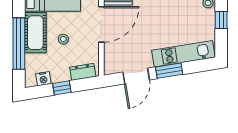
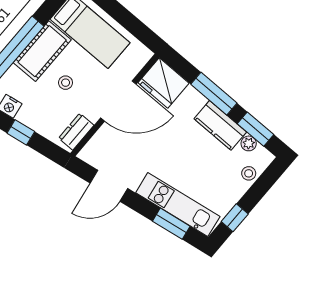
window: (221, 20) -> (235, 218), moved
window: (169, 71) -> (171, 224), moved
dresser: (83, 72) -> (76, 132), moved, turned -81

